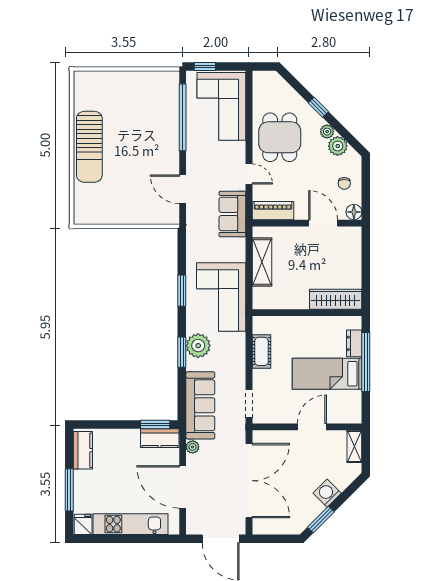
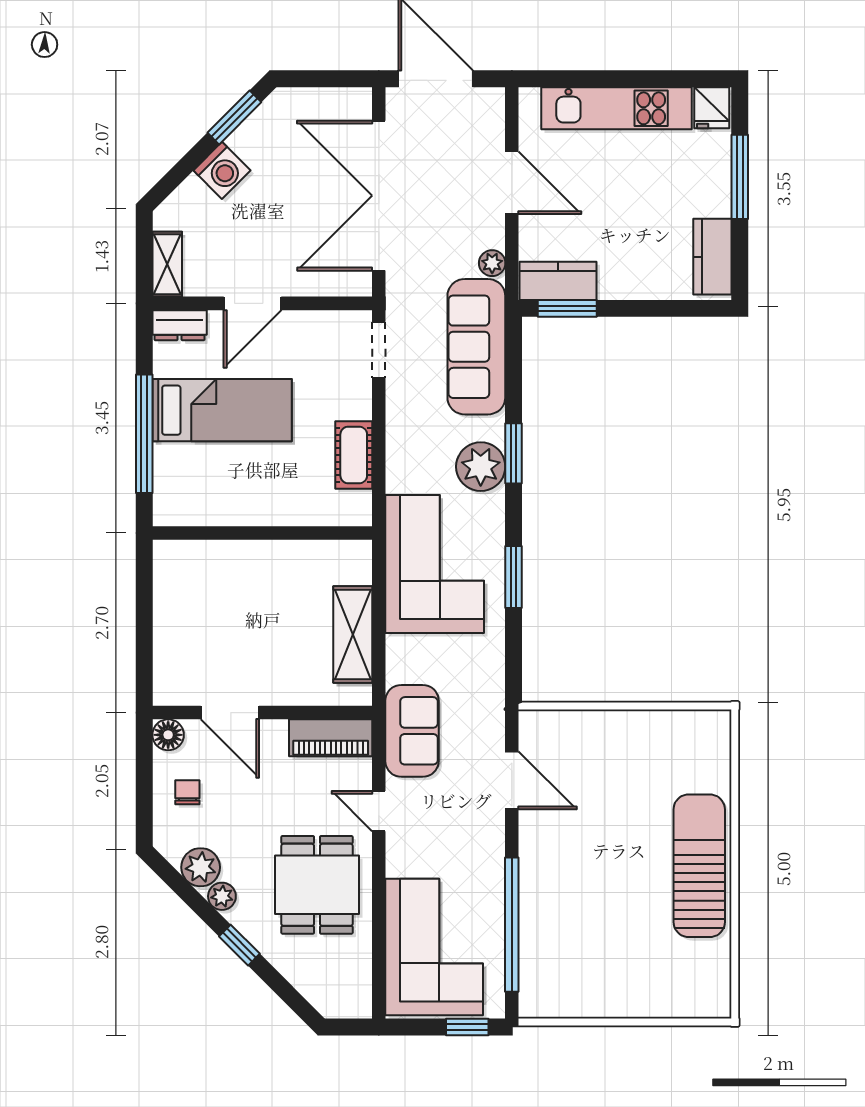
wardrobe: (336, 299) -> (205, 560), removed
dresser: (354, 343) -> (180, 325), moved, turned 90
door: (183, 487) -> (512, 183), width x0.73

